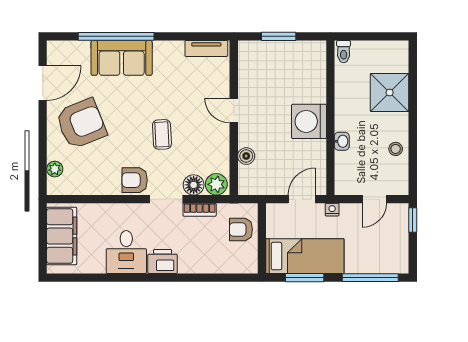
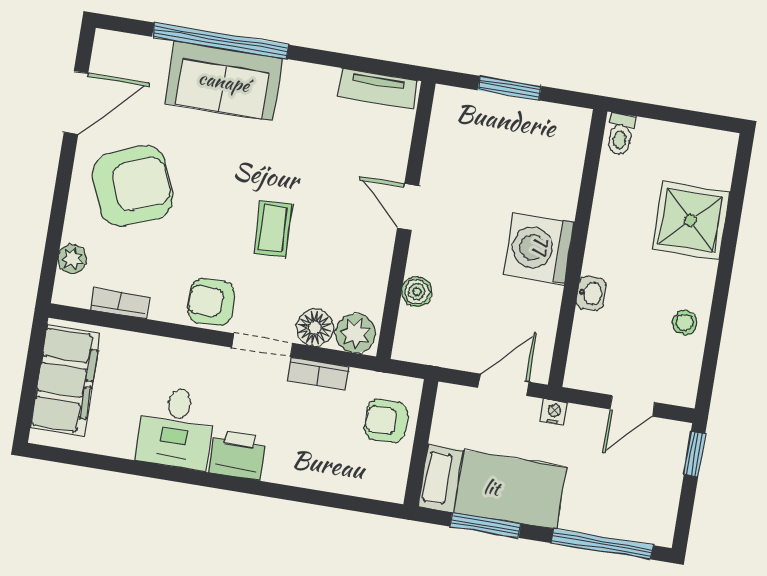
bookcase: (85, 189) -> (120, 303), added

